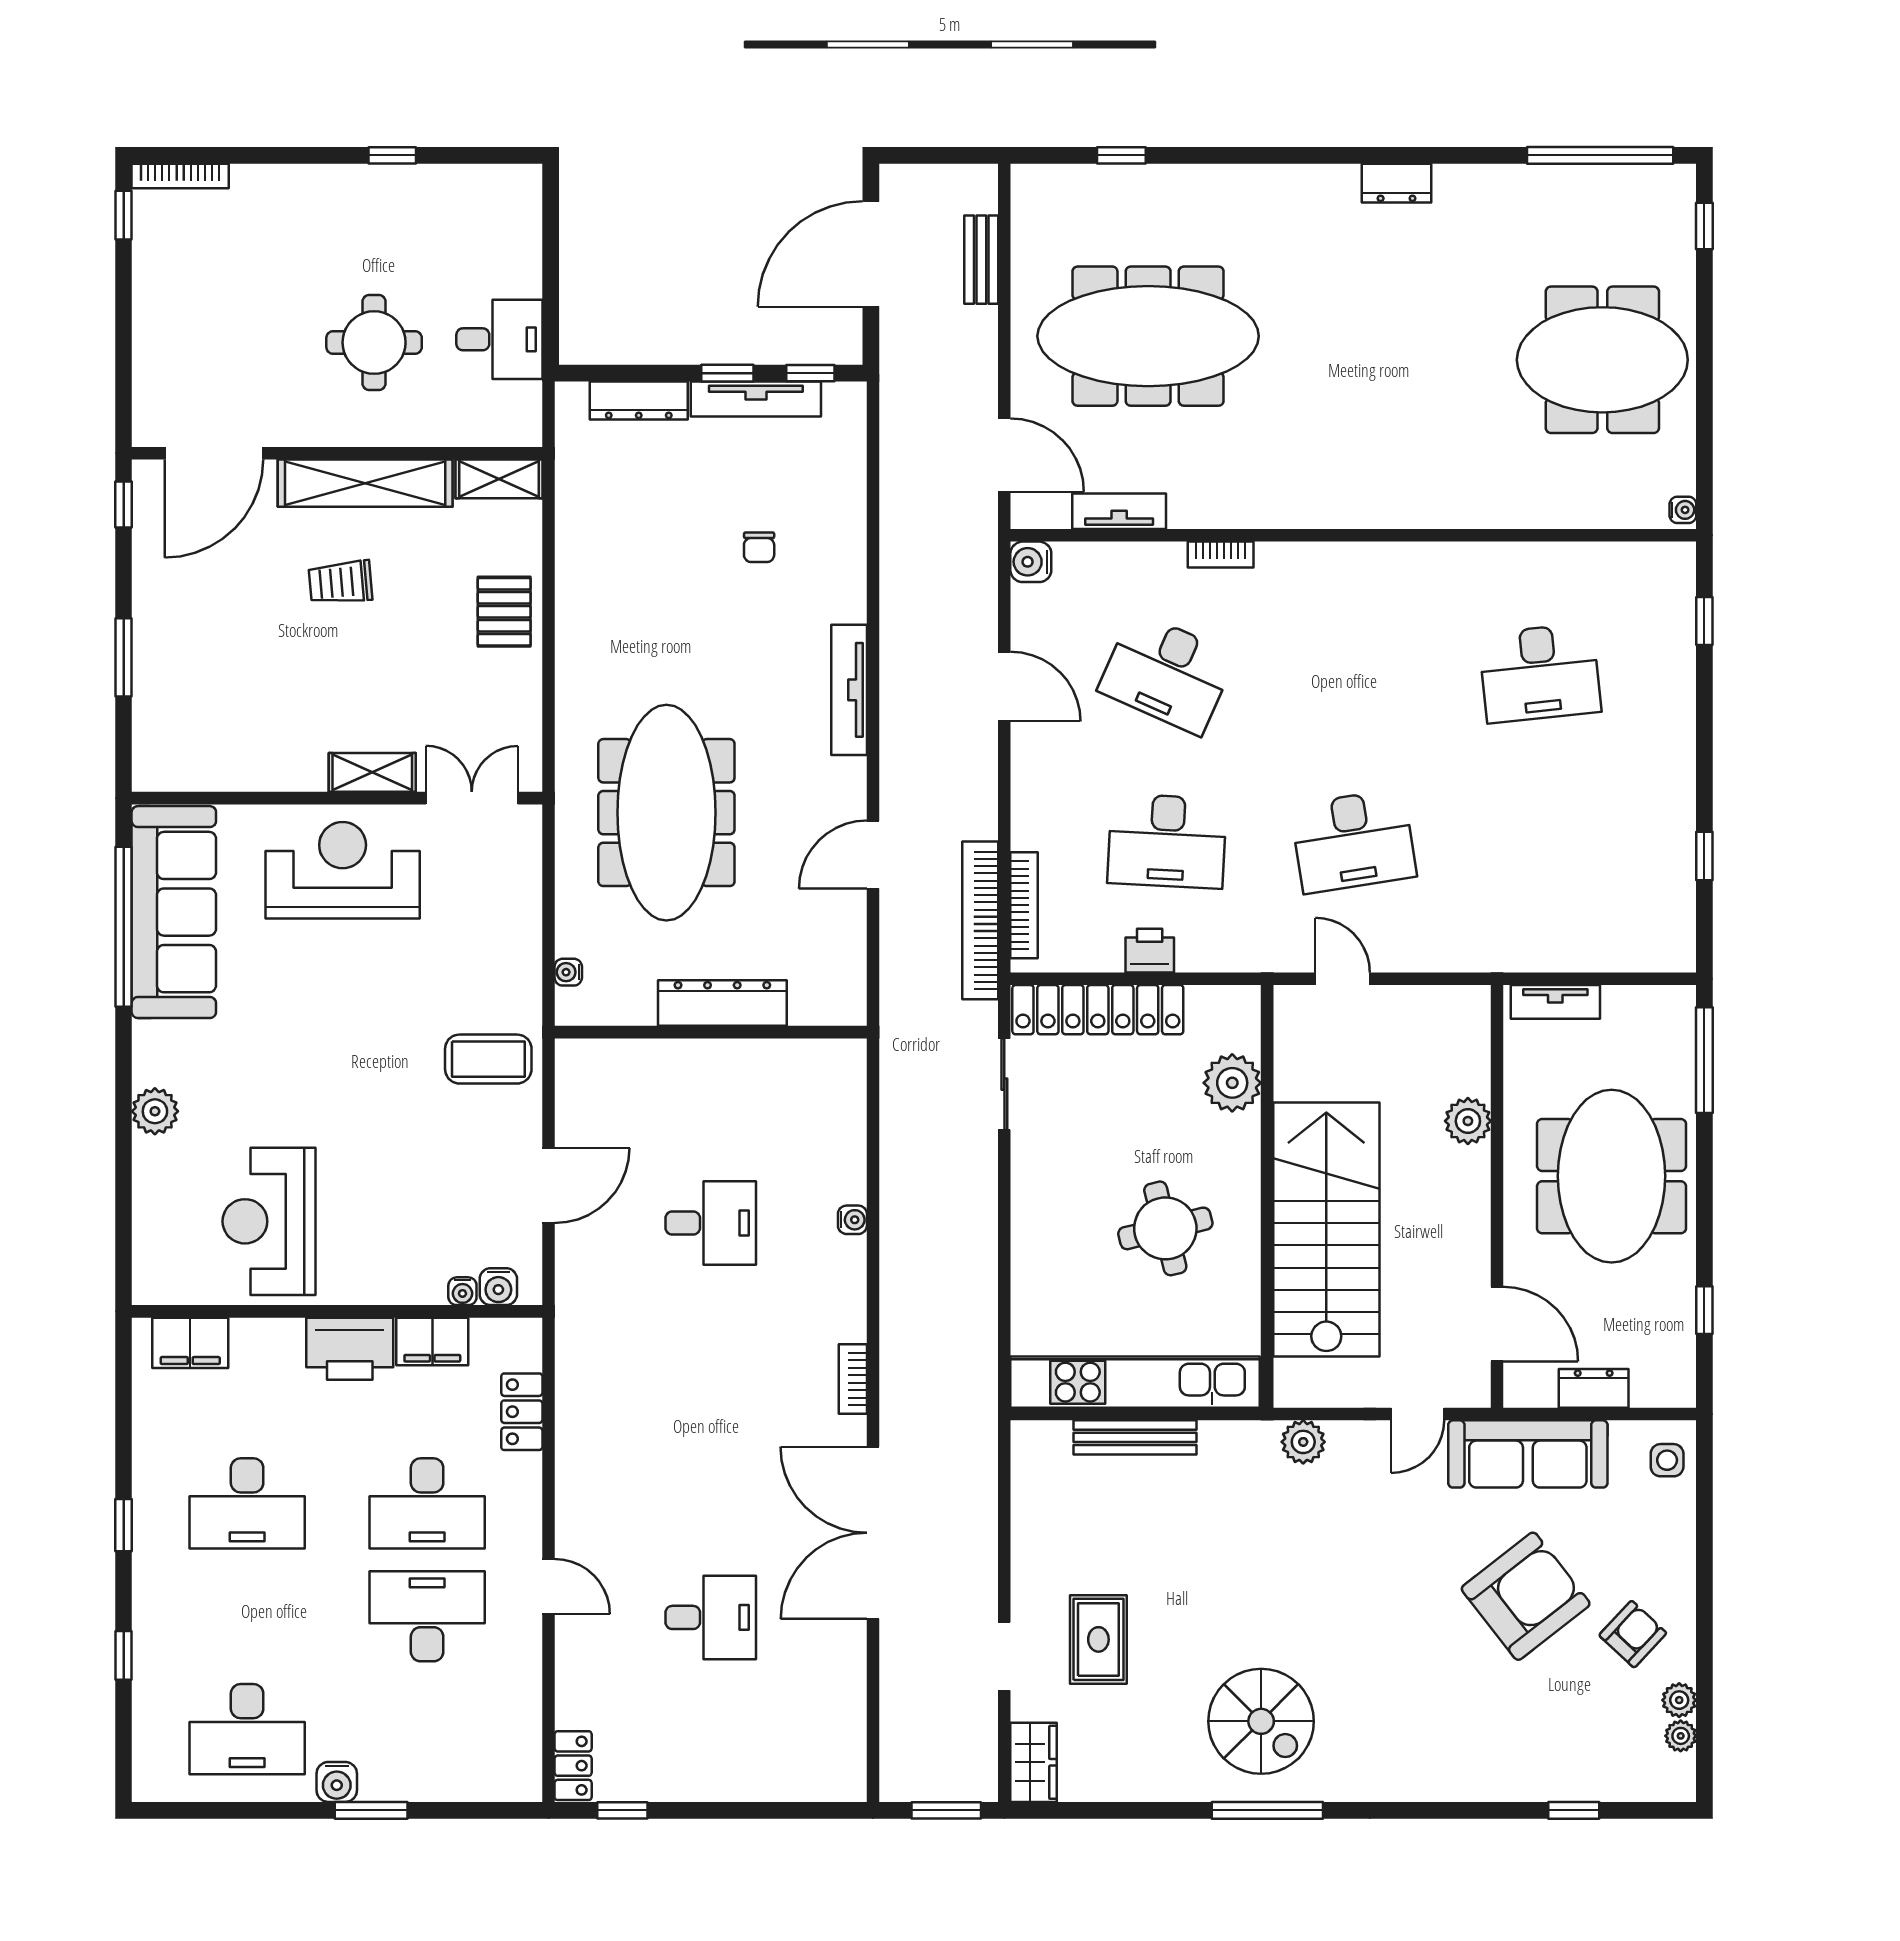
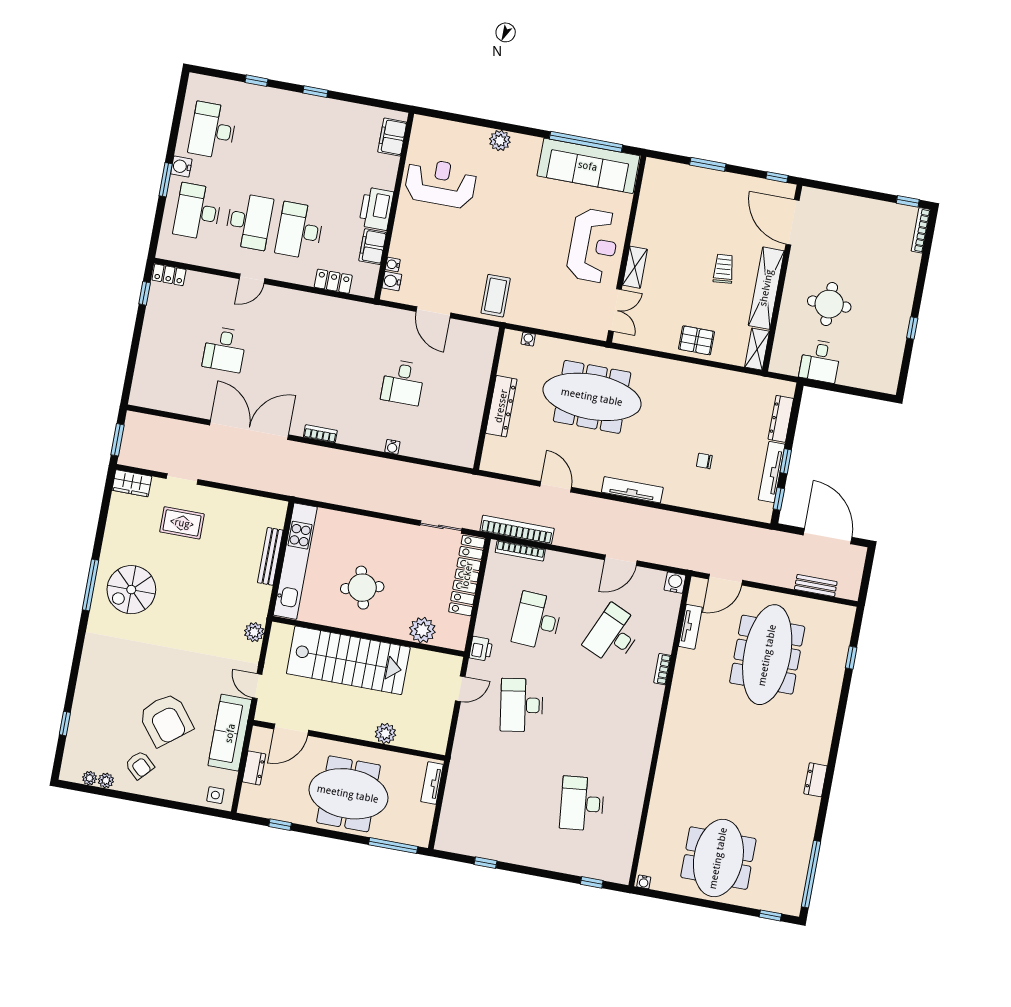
printer: (1150, 951) -> (481, 649), moved
desk: (247, 1503) -> (198, 212), moved

